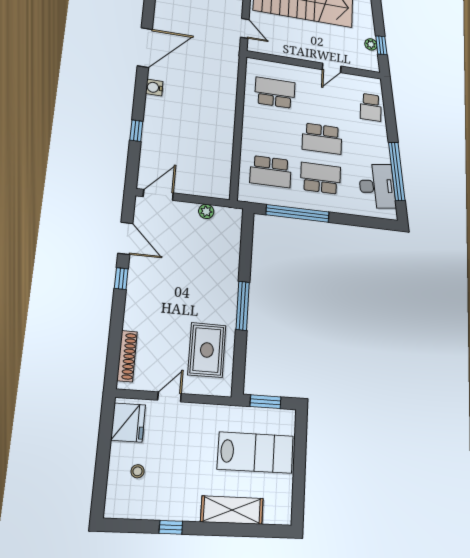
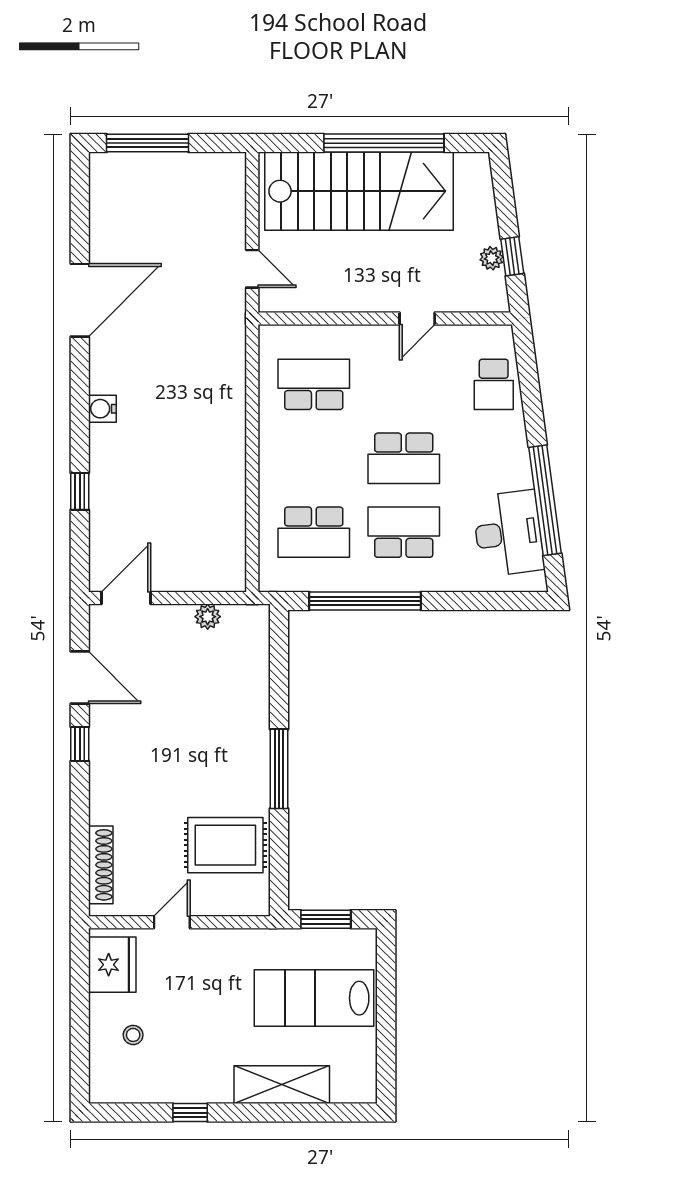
door: (145, 48) -> (80, 300), moved
rug: (207, 350) -> (225, 845), turned 90
lab bench: (256, 453) -> (314, 998), turned 180

